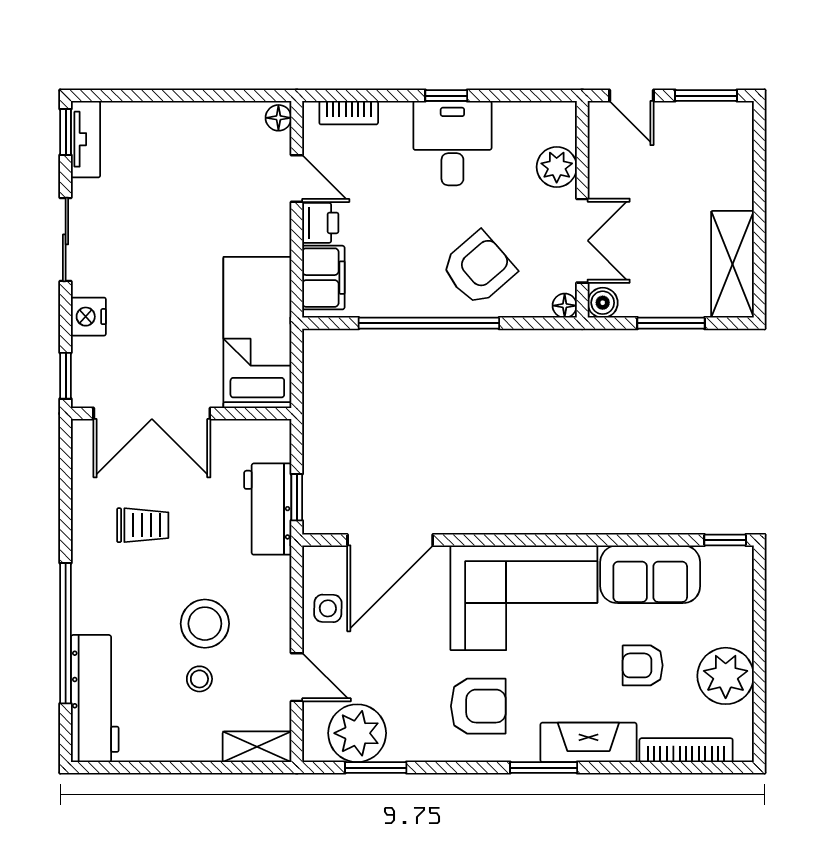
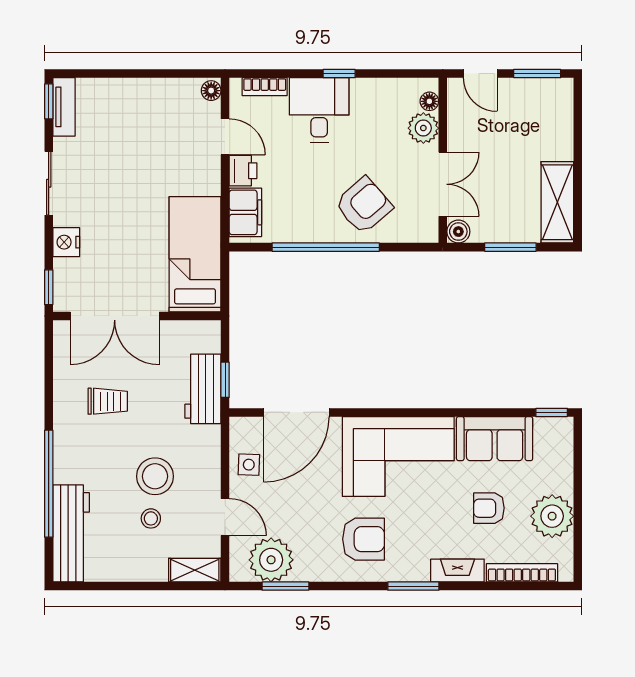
desk: (452, 143) -> (319, 110), moved
floor lamp: (565, 306) -> (429, 101), moved
fireplace: (588, 742) -> (457, 570), width x0.73, depth x0.76

